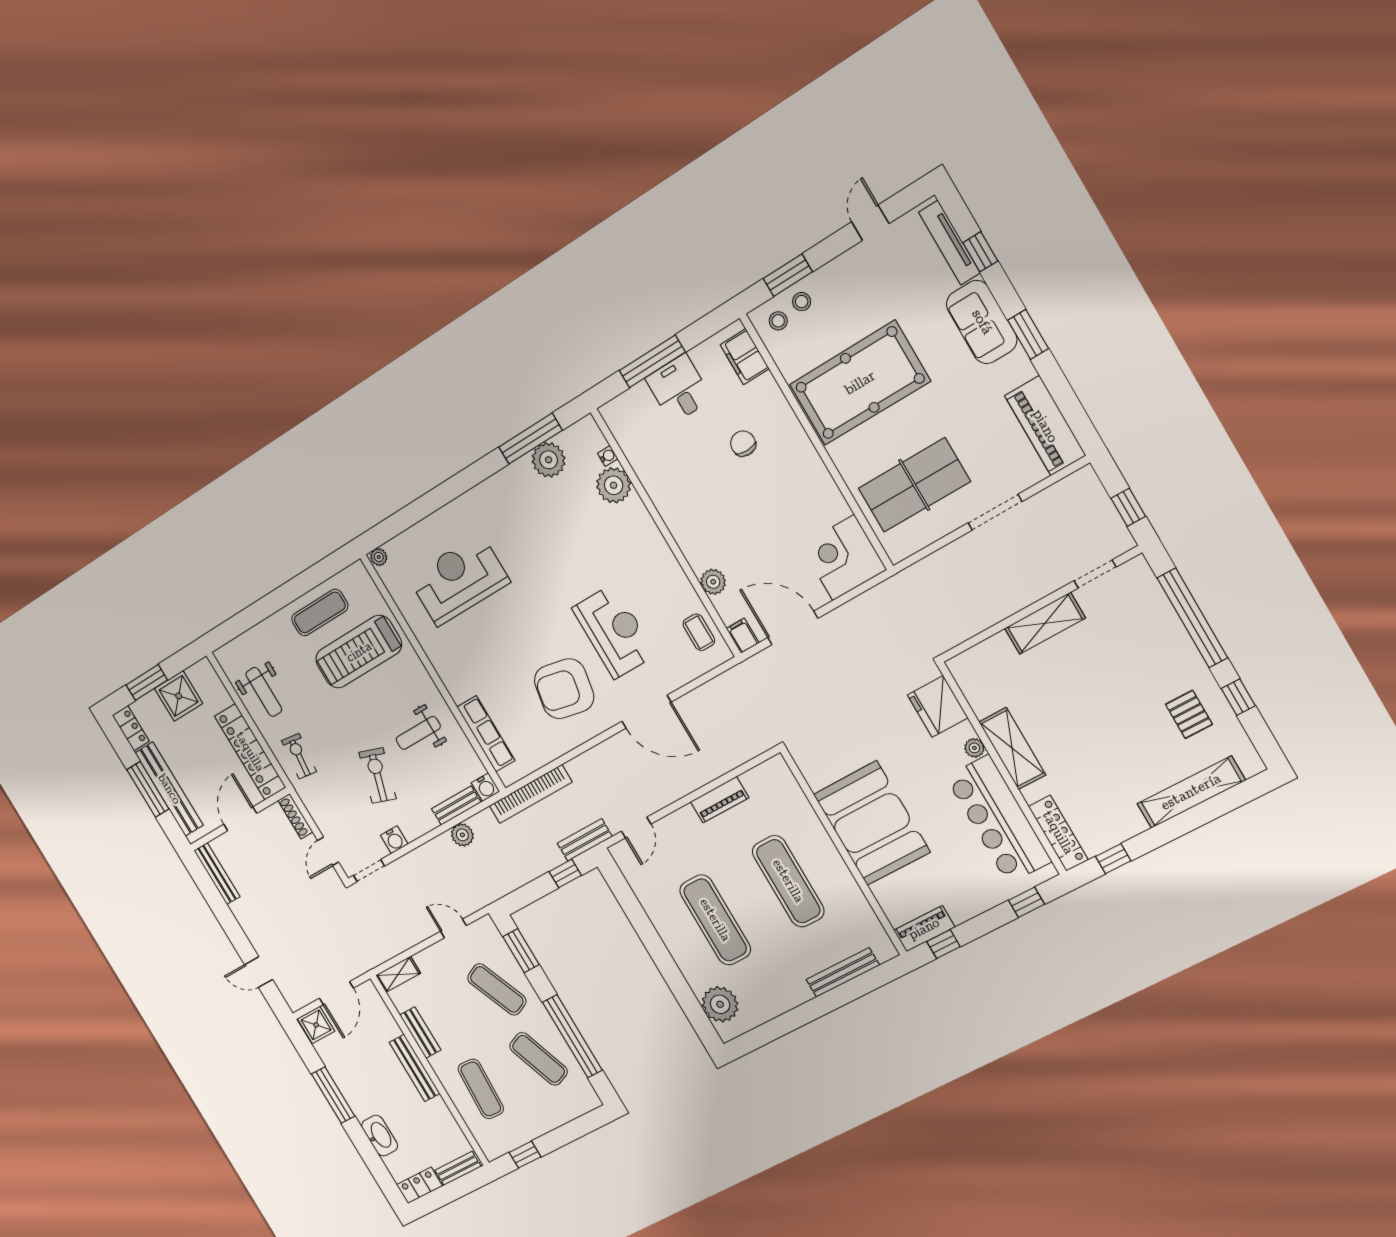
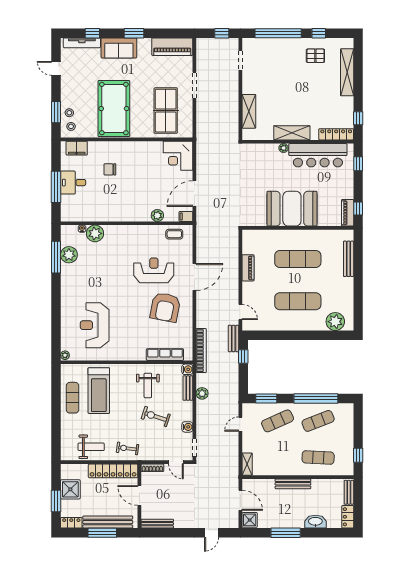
shelving: (1045, 623) -> (249, 111), moved
fridge: (938, 706) -> (259, 153), removed
bench: (420, 1032) -> (278, 470), removed

